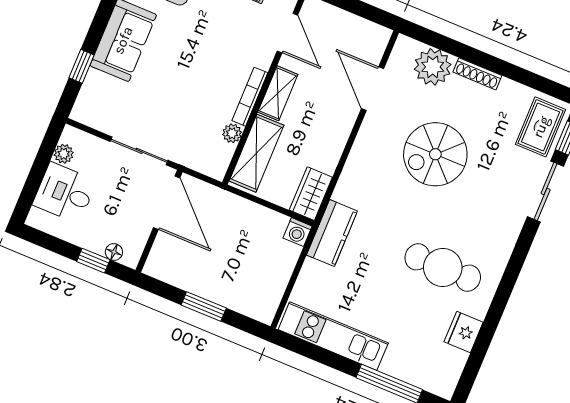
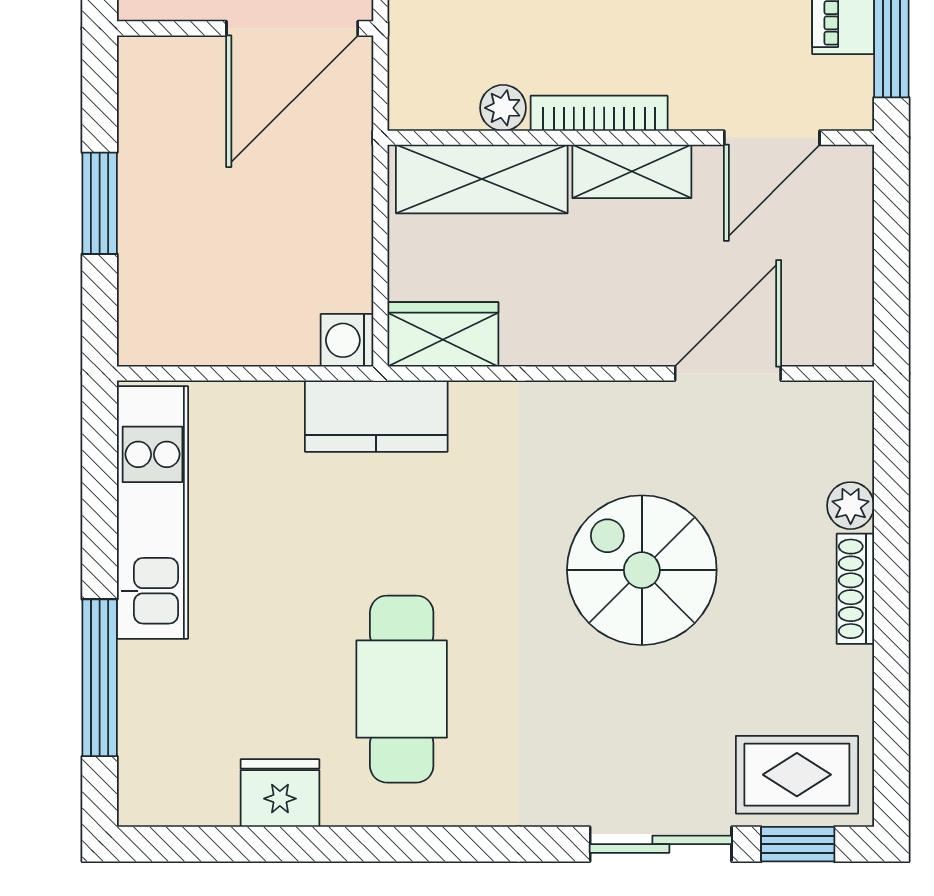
plant: (433, 67) -> (851, 506), width x0.53, depth x0.53

